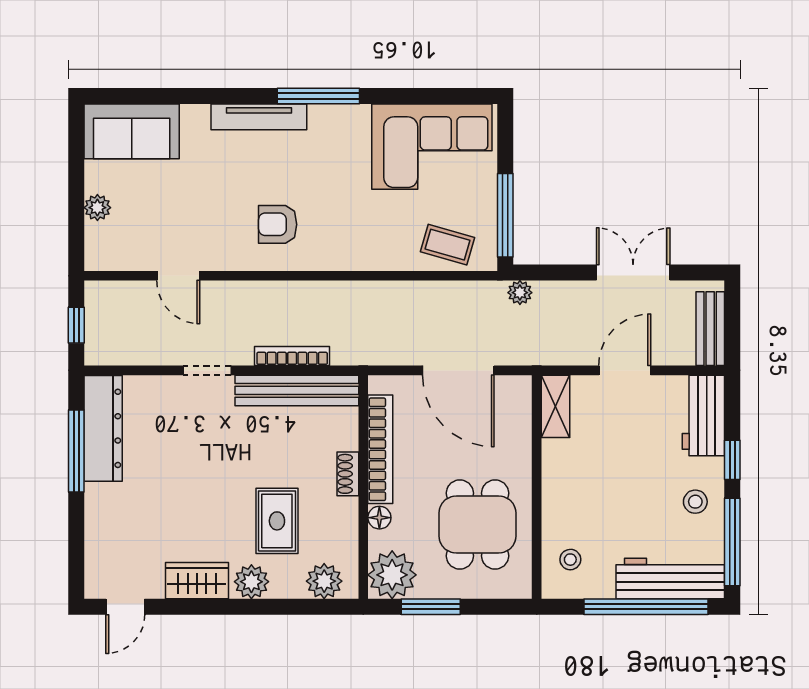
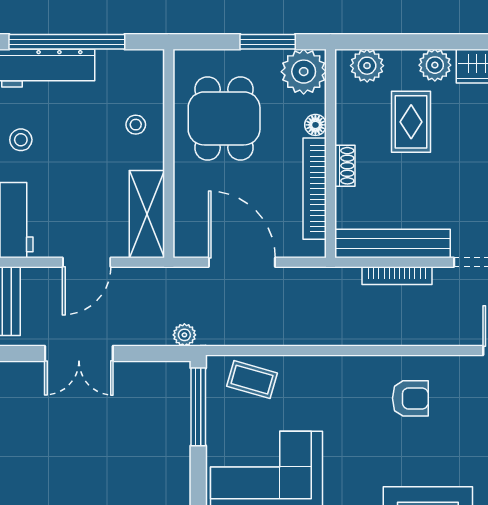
shelving: (555, 406) -> (147, 214), width x1.50, depth x1.33
stool: (570, 560) -> (136, 125), moved

